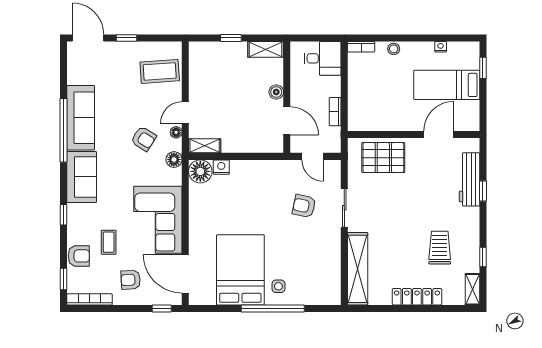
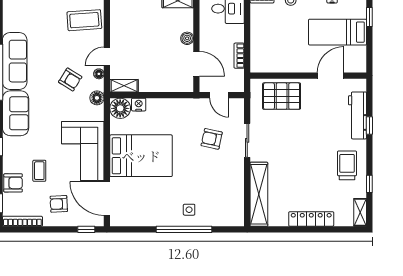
trolley: (440, 248) -> (347, 165), moved
bed: (240, 270) -> (141, 156), moved, turned 90

